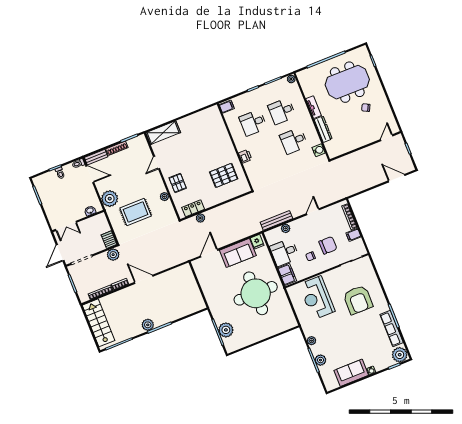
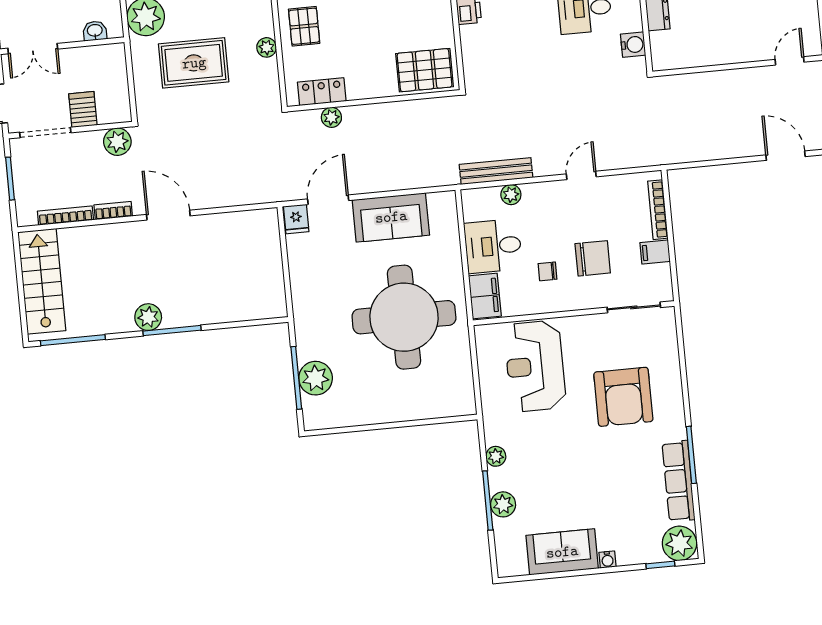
pallet: (224, 175) -> (425, 70), moved
server rack: (109, 240) -> (83, 109), moved
fridge: (257, 242) -> (296, 219), moved

